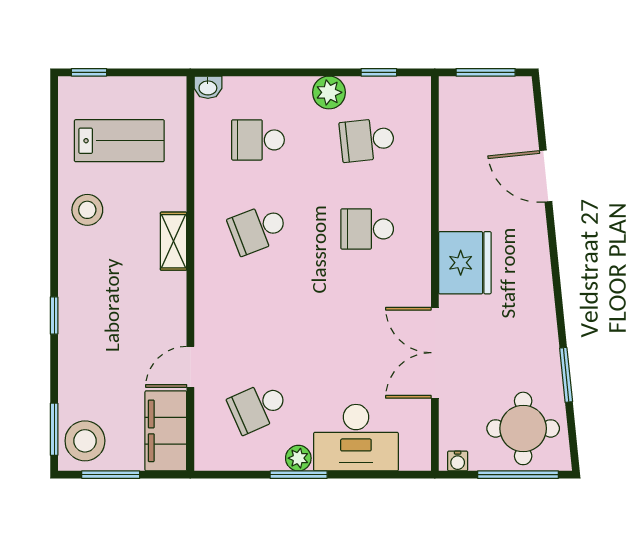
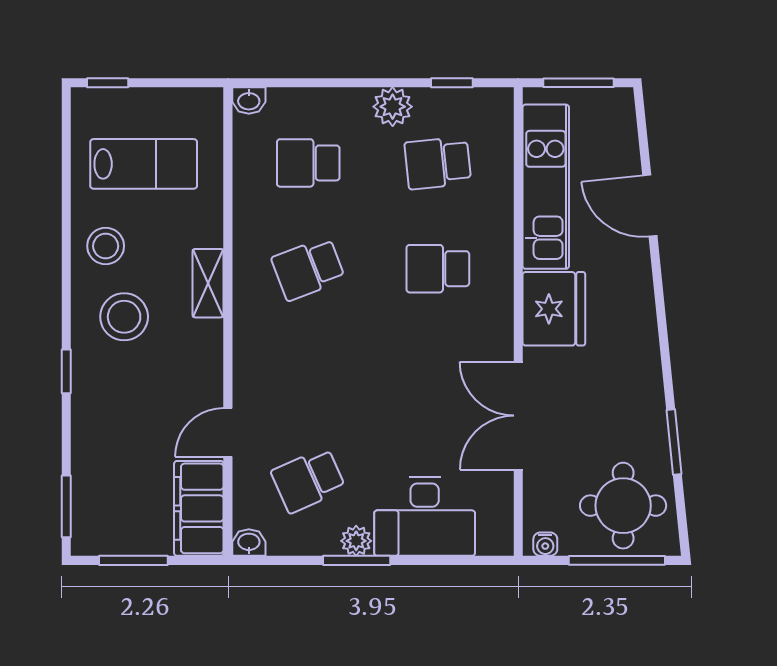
kitchen unit: (458, 160) -> (546, 187), added
stool: (85, 441) -> (124, 317), moved
washbasin: (208, 460) -> (249, 543), added

